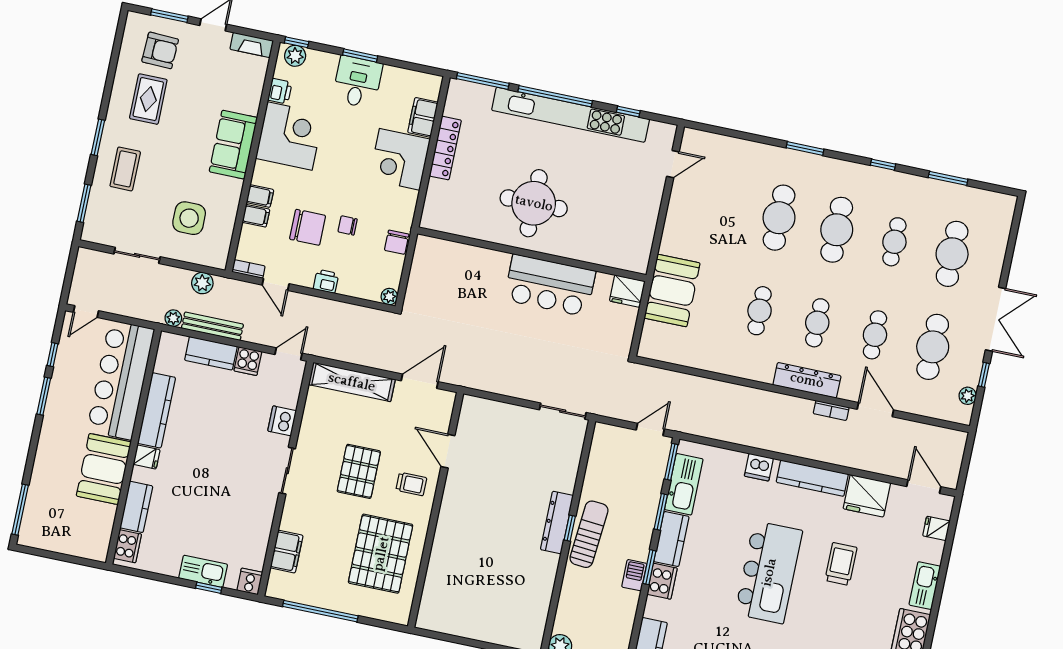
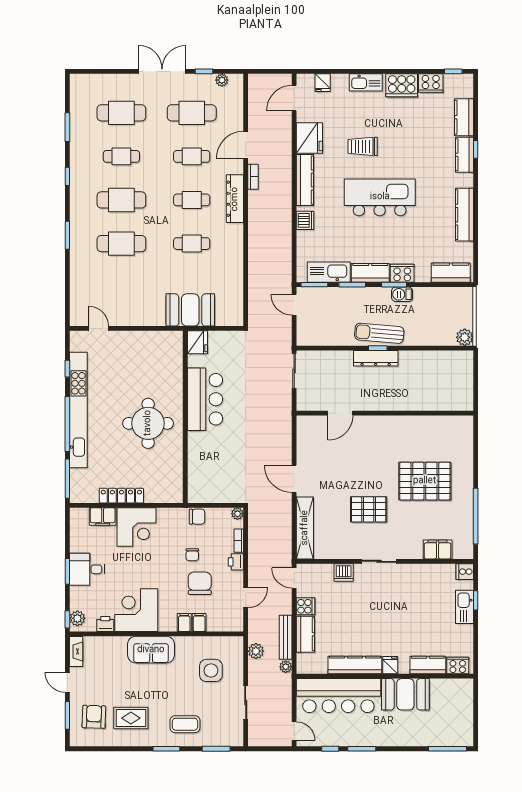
bookcase: (248, 269) -> (239, 541), moved
door: (448, 451) -> (340, 413), moved
trolley: (411, 484) -> (370, 469), removed
wall: (436, 510) -> (385, 413), moved

